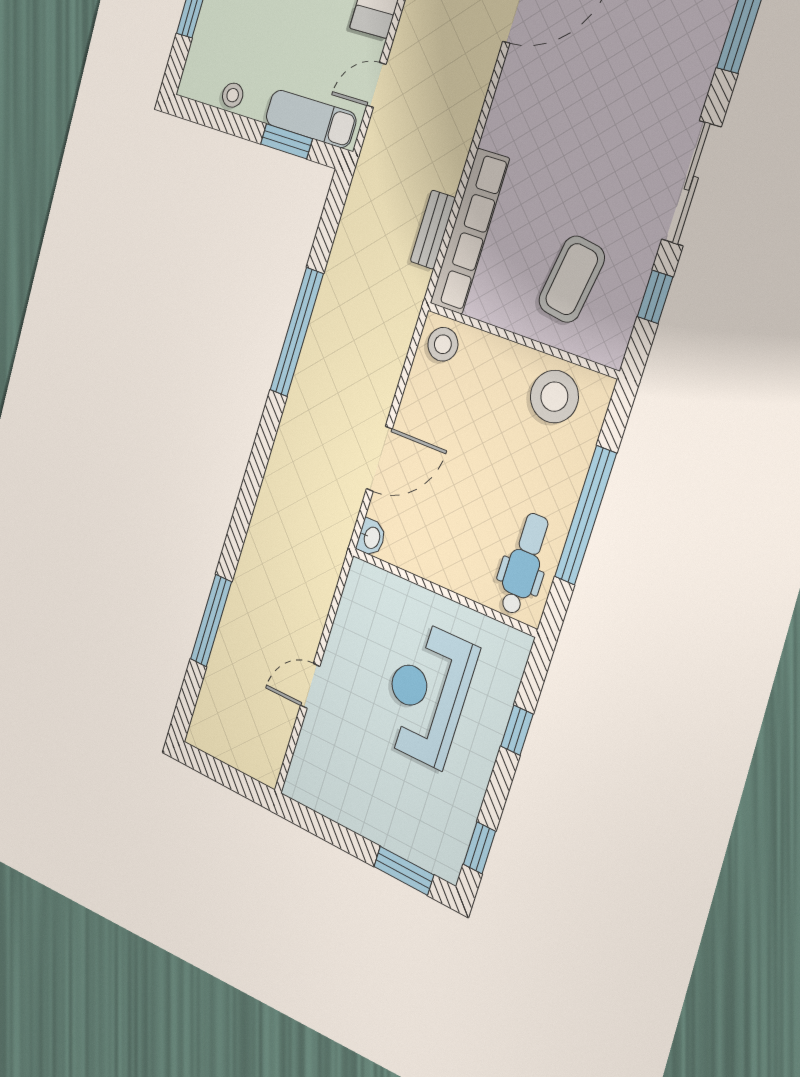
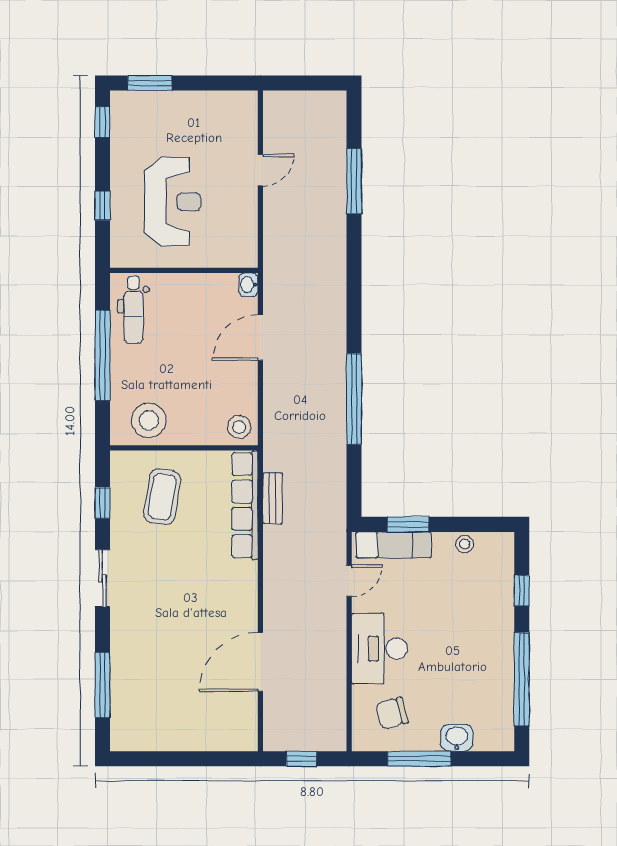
sliding door: (691, 183) -> (102, 578), width x0.73

